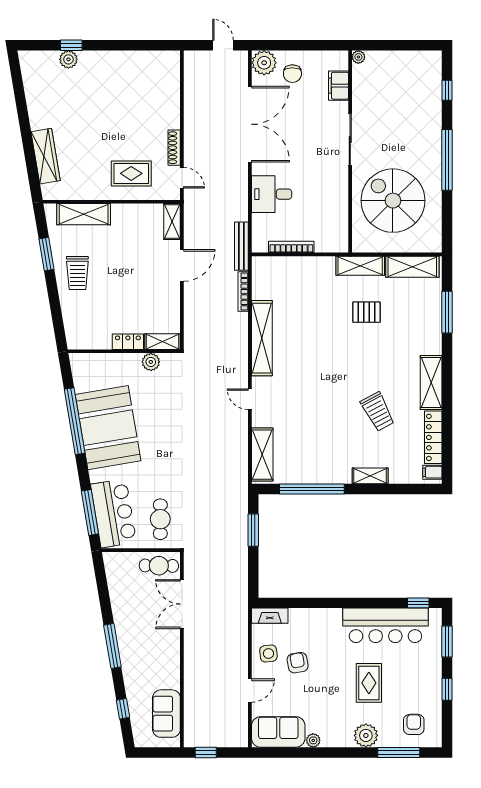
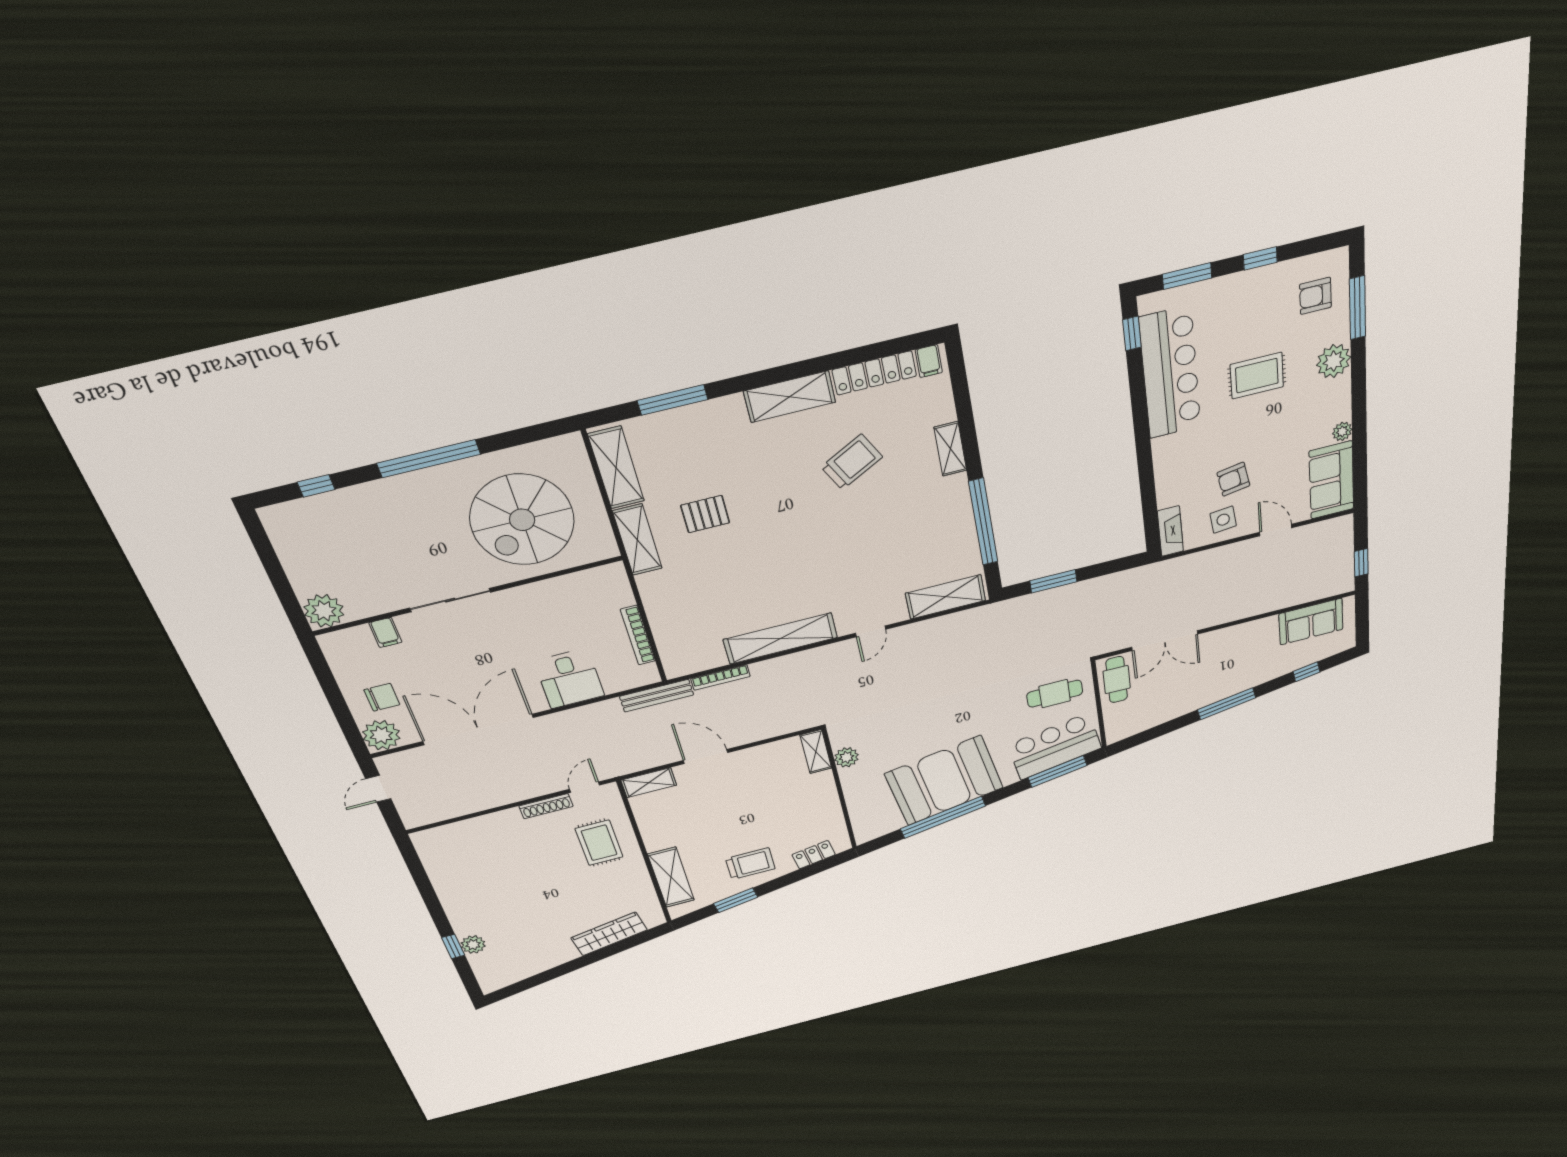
plant: (358, 57) -> (324, 611), width x1.87, depth x1.87
filing cabinet: (339, 86) -> (385, 632), width x0.50
pallet: (367, 312) -> (705, 514), turned 90
locker: (128, 342) -> (814, 855), moved, turned 80

